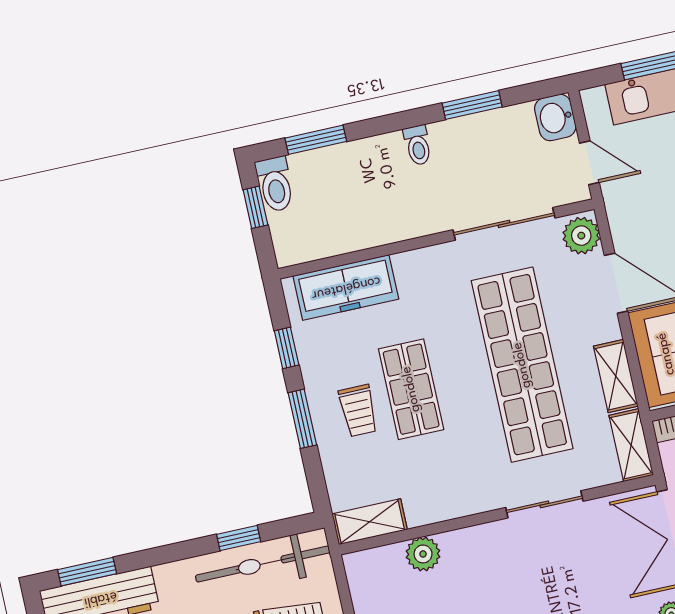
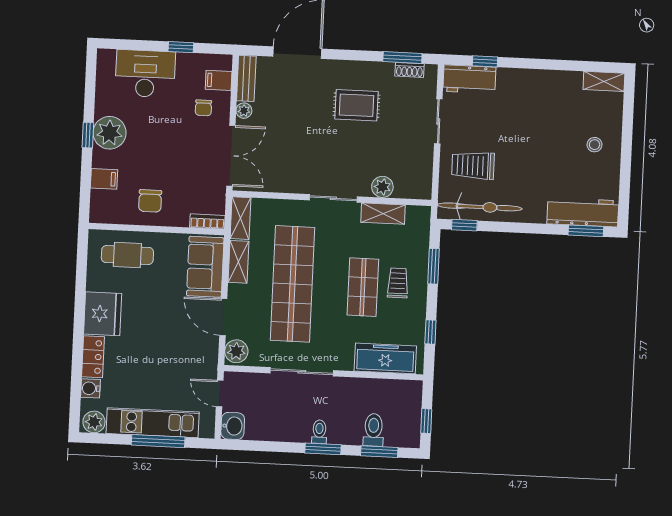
window: (472, 105) -> (323, 449), moved
toilet: (275, 184) -> (373, 430), moved
sliding door: (504, 224) -> (302, 372), moved
window: (302, 419) -> (434, 266), moved
sliding door: (544, 504) -> (333, 198), moved
shelving: (370, 522) -> (383, 214), moved
window: (239, 538) -> (464, 225), moved

